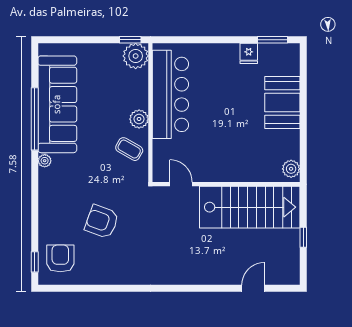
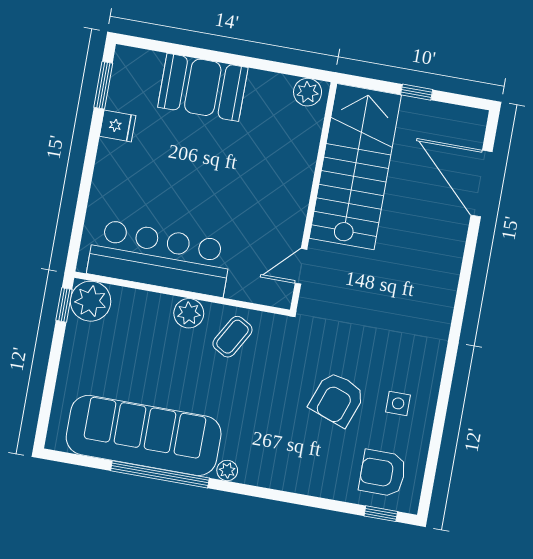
side table: (106, 260) -> (398, 403), added
door: (253, 288) -> (482, 183), width x1.87

